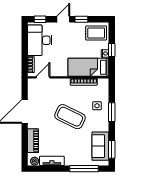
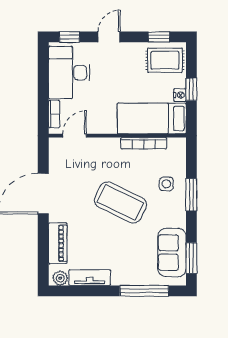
window: (81, 19) -> (159, 37), moved

